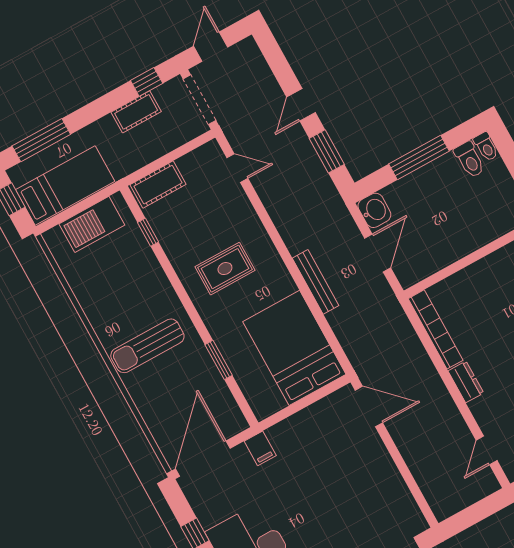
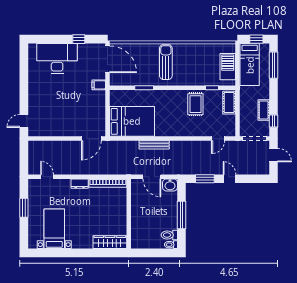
rug: (225, 269) -> (195, 104), moved

